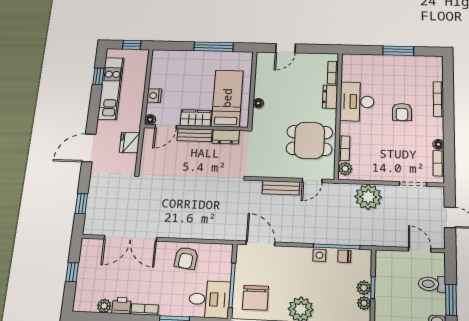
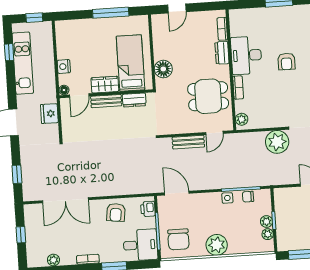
floor lamp: (258, 103) -> (163, 69), width x1.89, depth x1.89
bookcase: (344, 148) -> (238, 88), moved
plant: (368, 197) -> (277, 142), moved
printer: (121, 306) -> (148, 209), moved, turned -90

